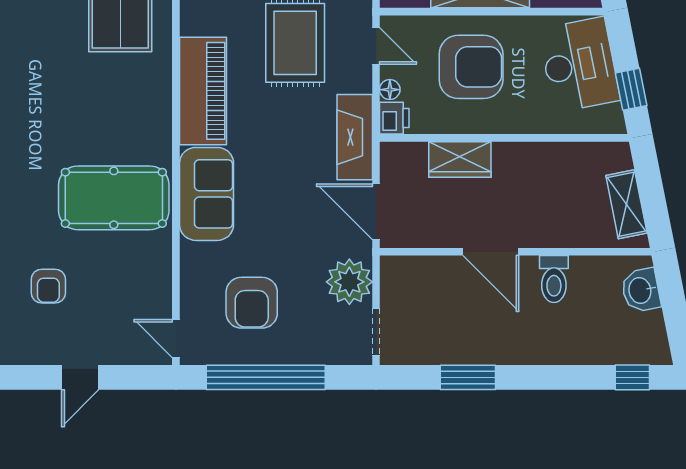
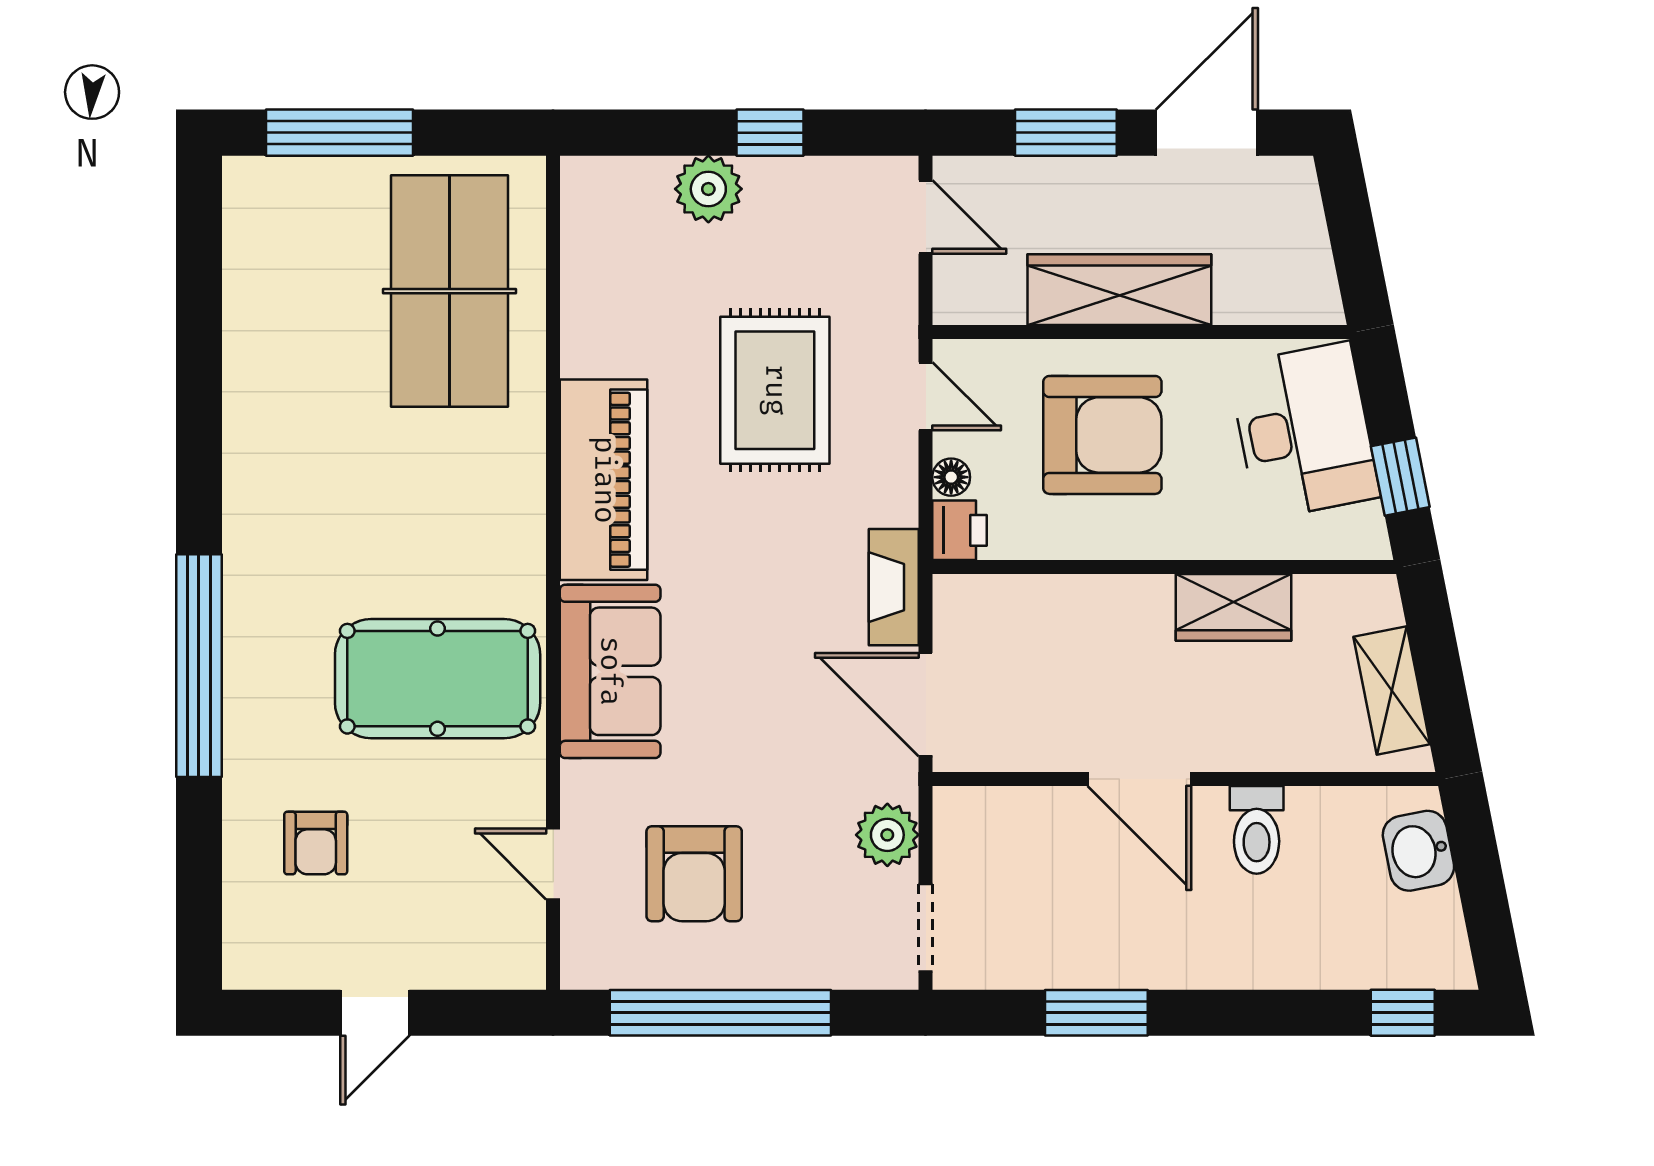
fireplace: (355, 137) -> (894, 587), width x0.73, depth x0.76
wardrobe: (460, 160) -> (1233, 607), moved
plant: (349, 282) -> (887, 835), width x0.73, depth x0.73
door: (176, 339) -> (553, 864), moved

